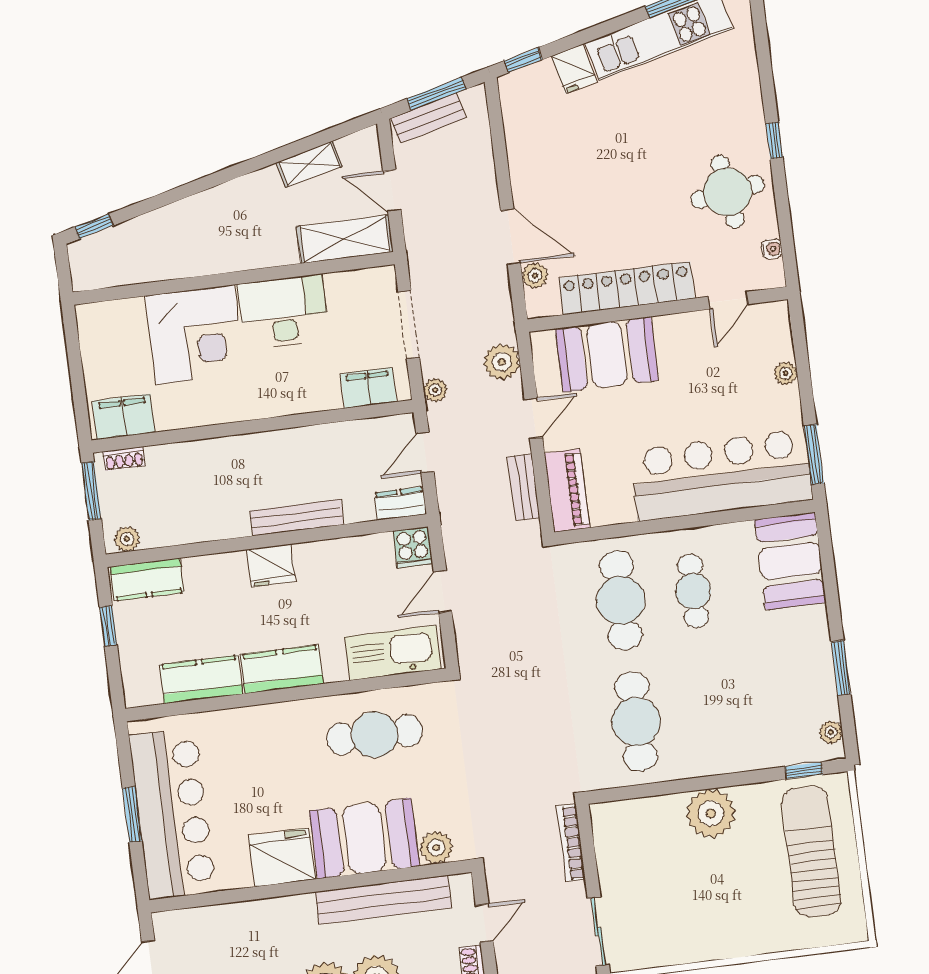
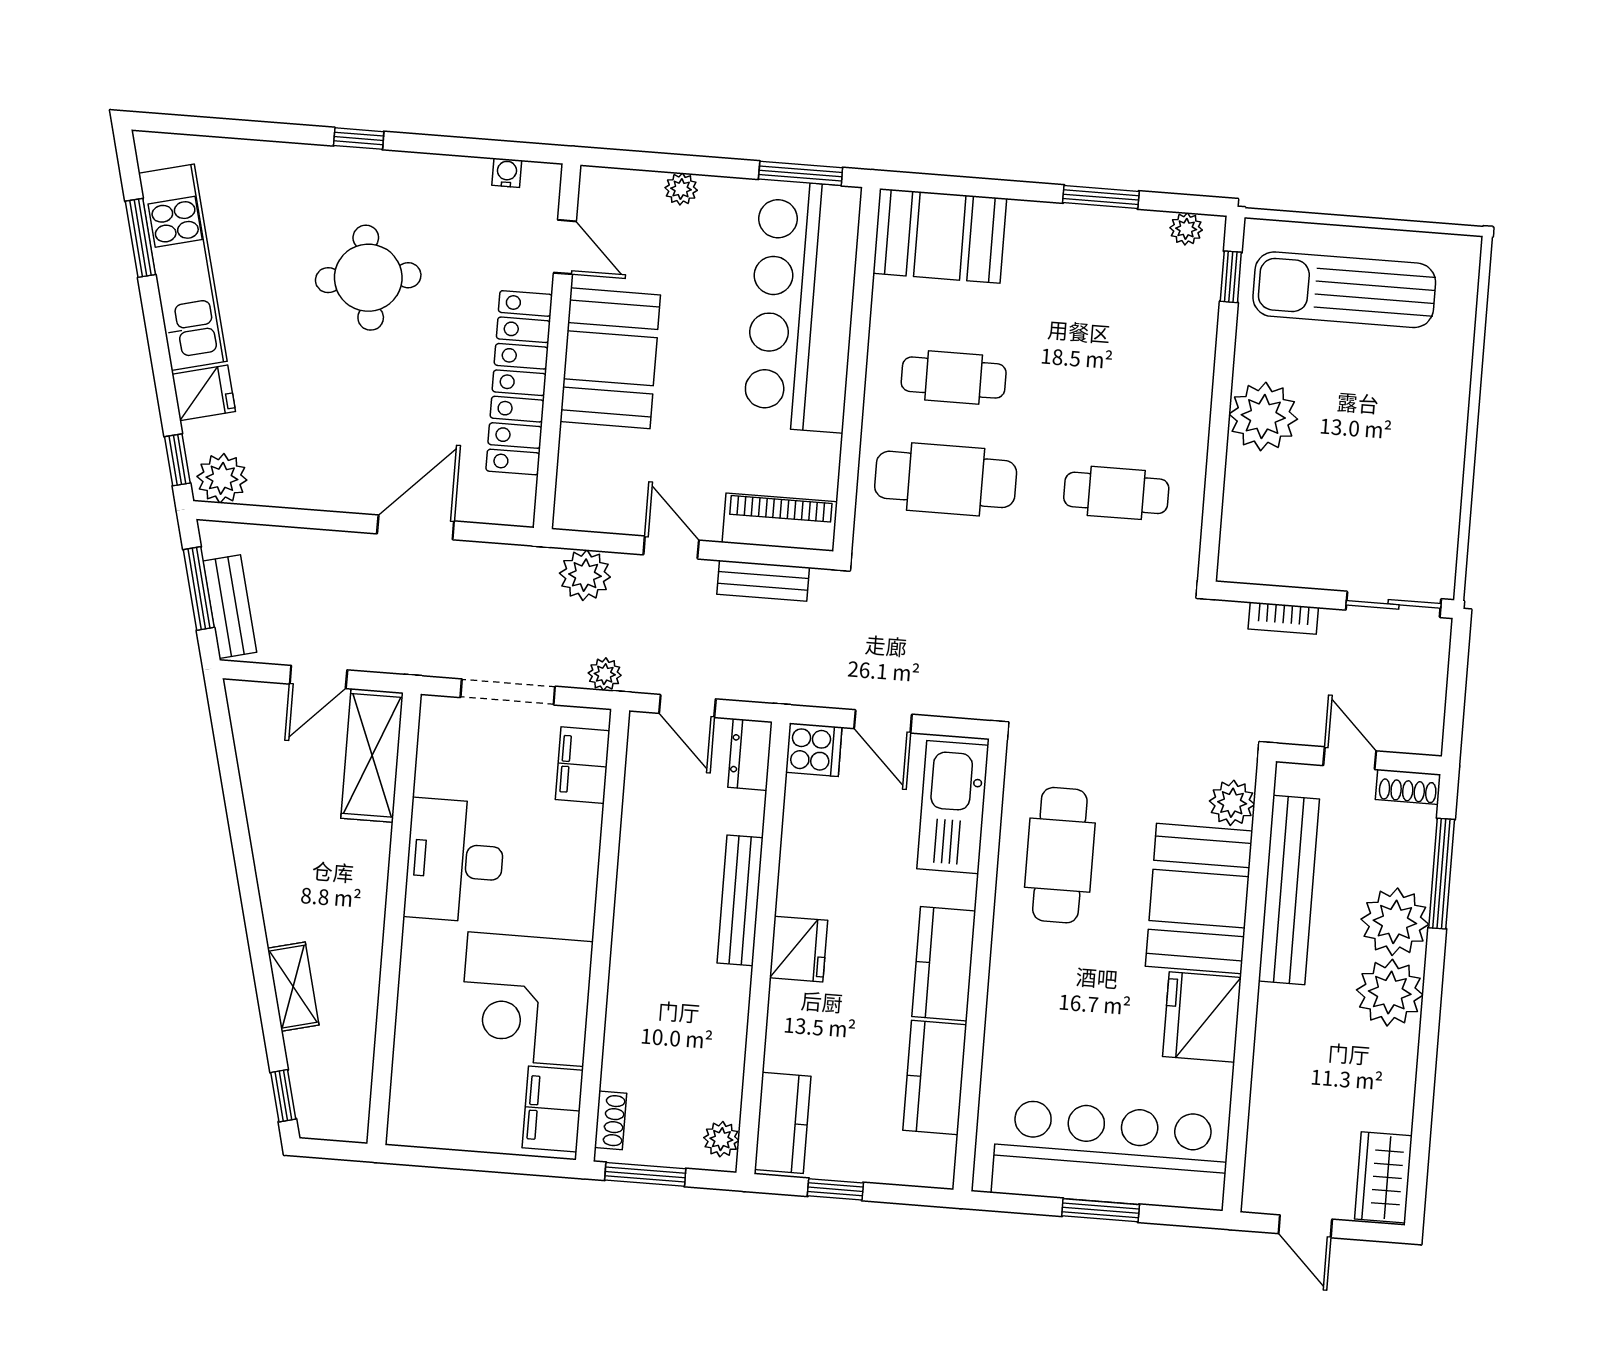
shelving: (309, 164) -> (293, 987), moved
round table: (727, 192) -> (368, 278), moved
plant: (535, 276) -> (222, 478), moved, width x1.38, depth x1.38
corner desk: (195, 335) -> (526, 999), moved, turned 180
booth: (607, 354) -> (610, 358), moved
cafe table: (636, 722) -> (1116, 493), width x0.73, depth x0.74
bookcase: (571, 843) -> (1283, 618), width x0.64

